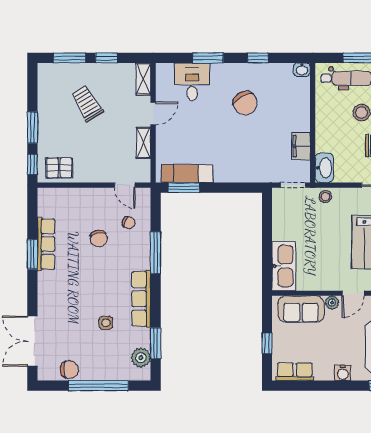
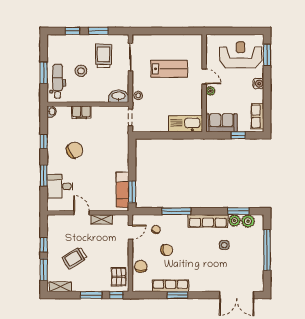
shelving: (143, 79) -> (60, 287), moved
filing cabinet: (301, 146) -> (81, 112), moved
sofa: (301, 309) -> (221, 123), moved, turned -90
plant: (142, 338) -> (234, 221), added
chair: (69, 370) -> (141, 266), moved

